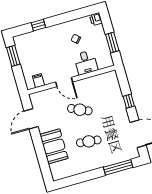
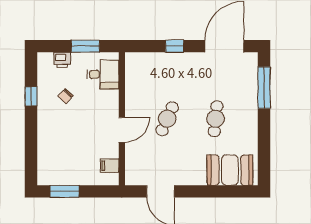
printer: (96, 19) -> (62, 60), moved
window: (38, 25) -> (31, 96), moved
desk: (86, 63) -> (103, 74), moved
booth: (54, 146) -> (230, 170), moved

